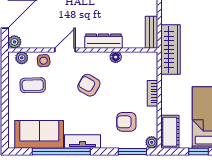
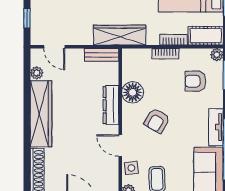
floor lamp: (116, 57) -> (133, 92), width x1.89, depth x1.89
bookcase: (166, 101) -> (173, 40), added
armchair: (126, 122) -> (195, 81), turned 90

